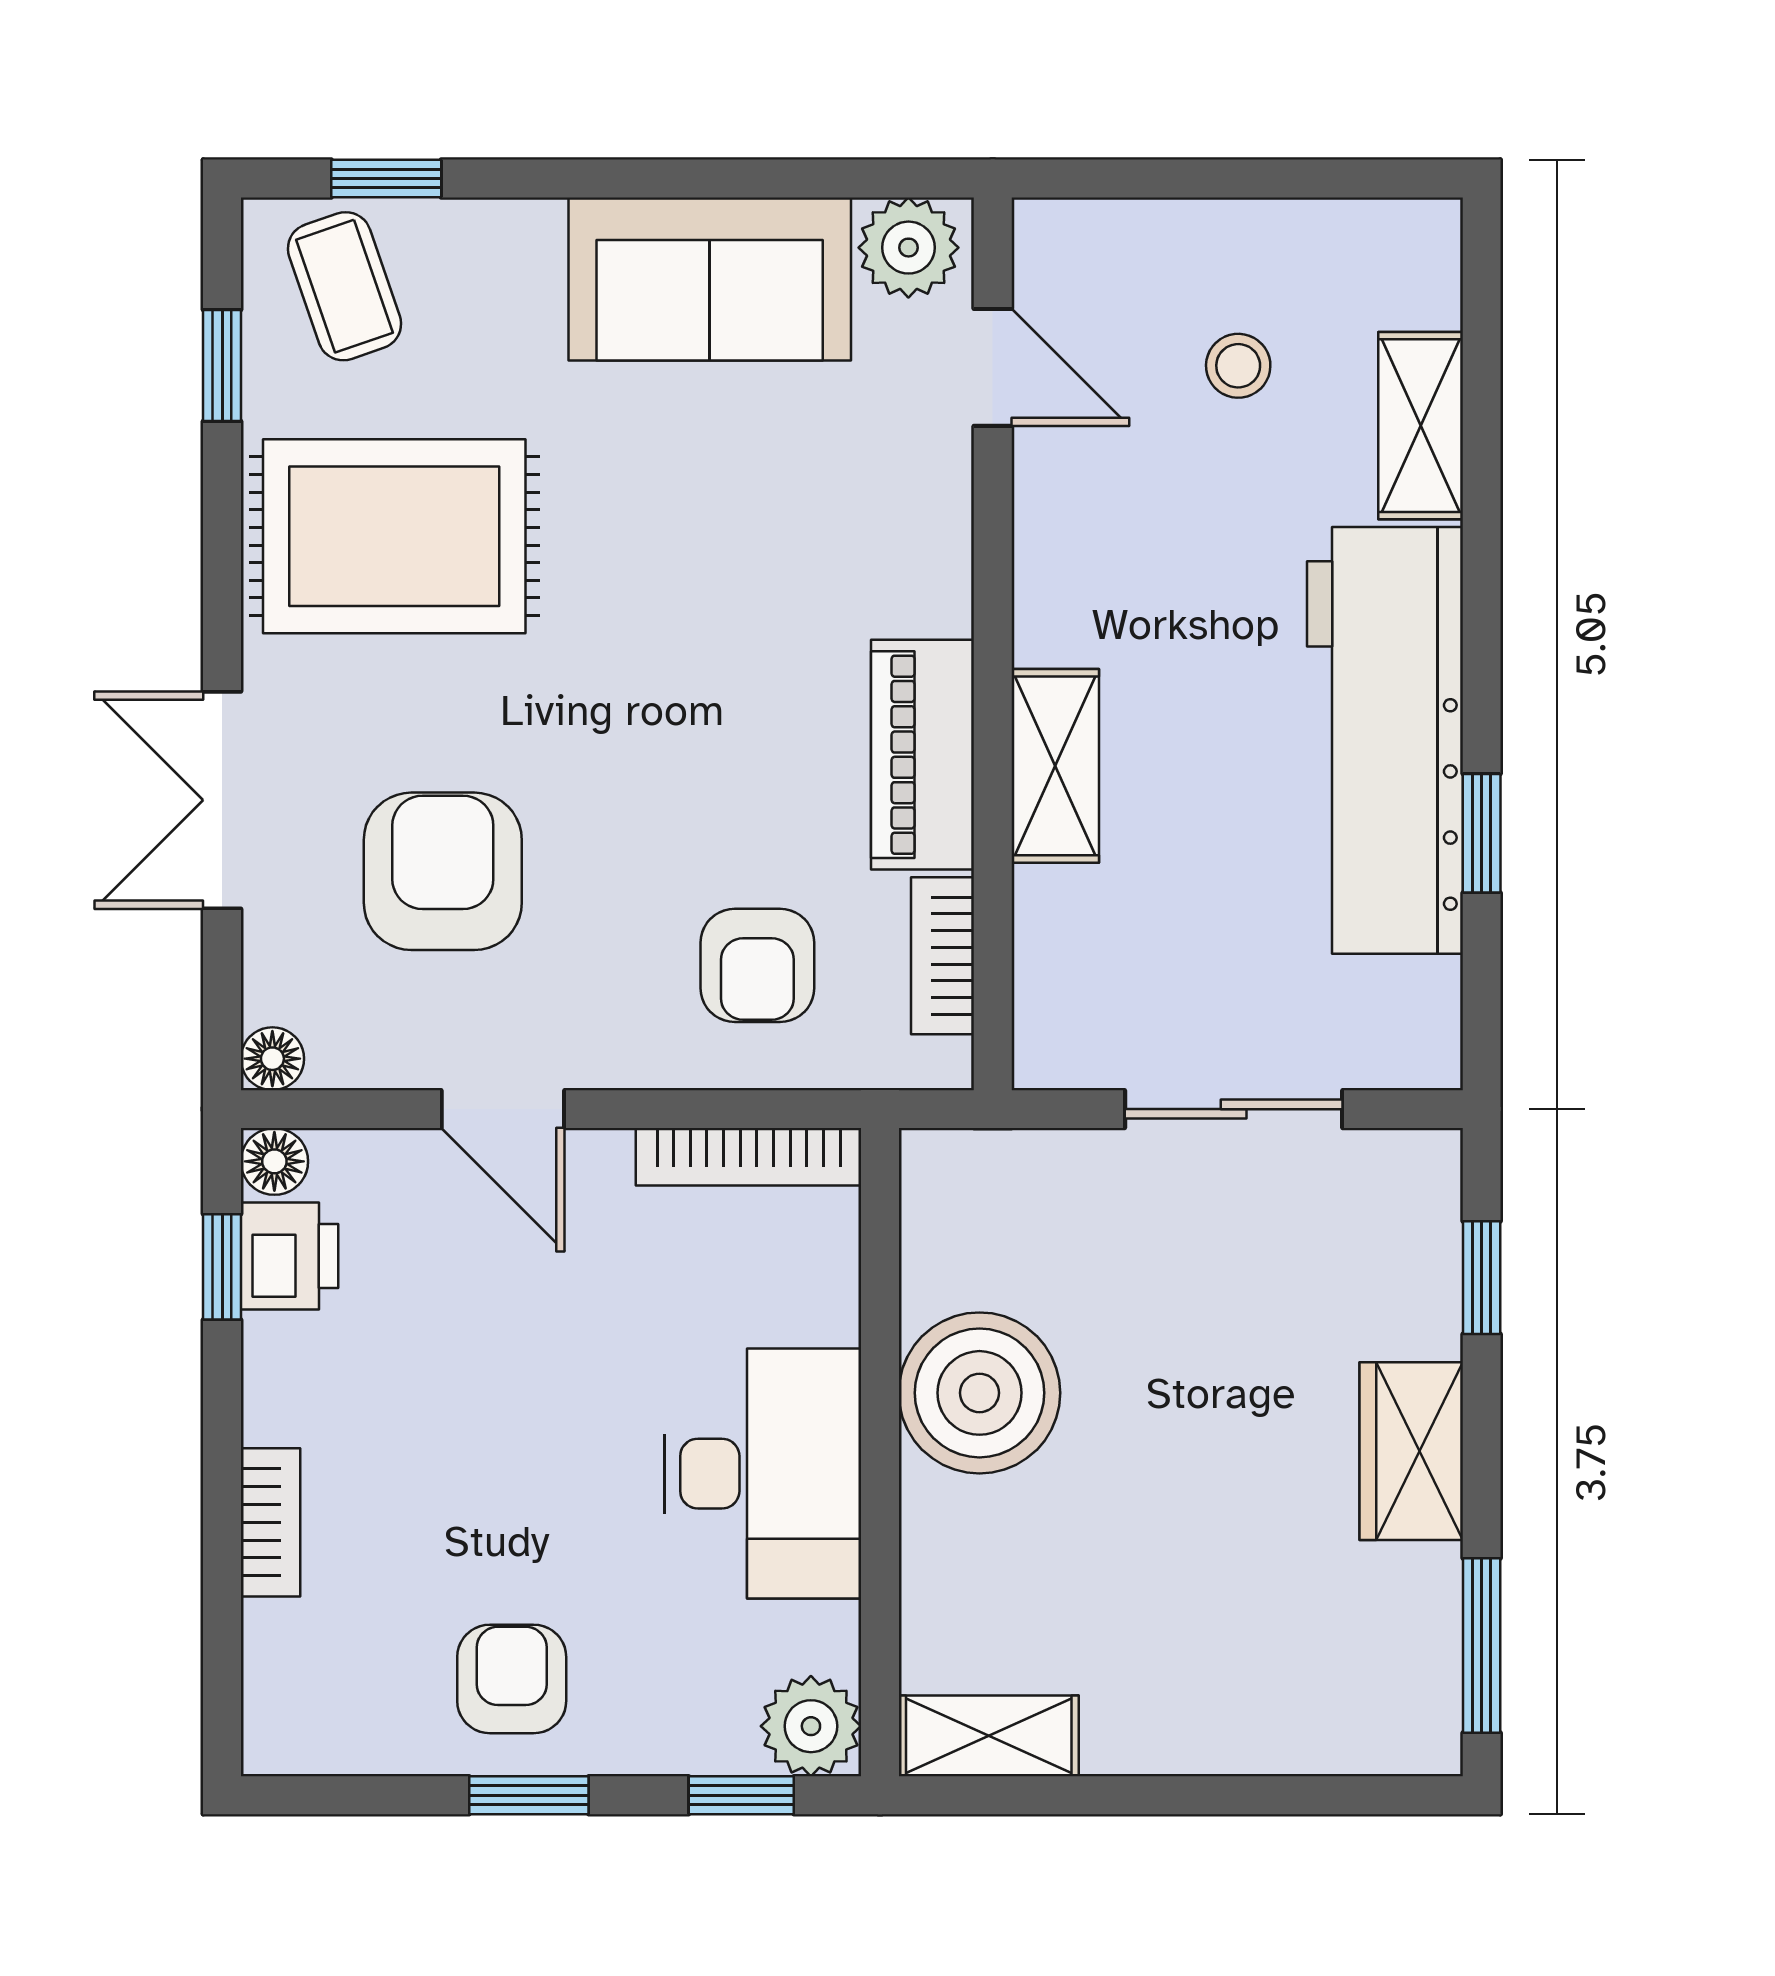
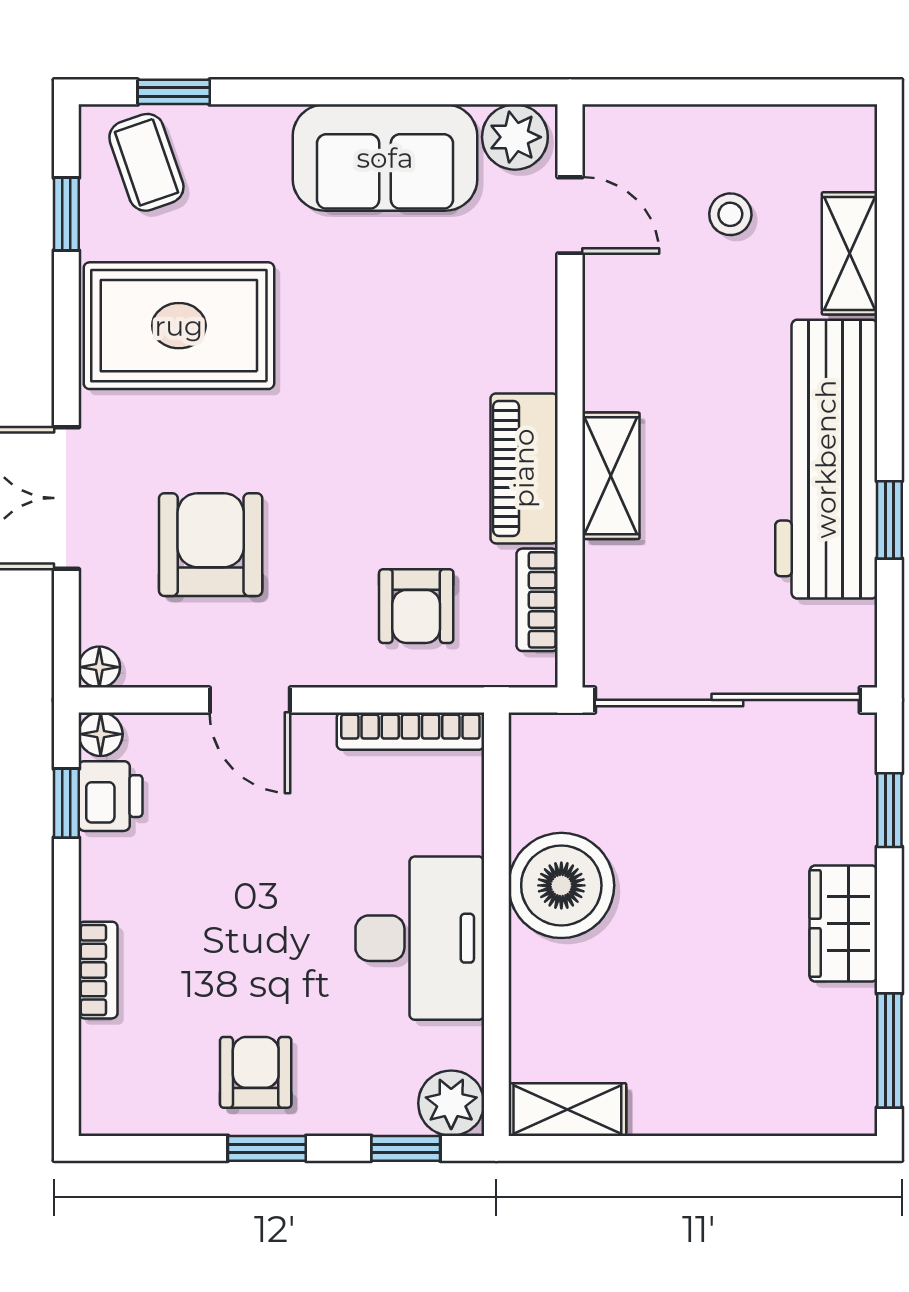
sliding door: (1234, 1109) -> (727, 700), width x1.86

